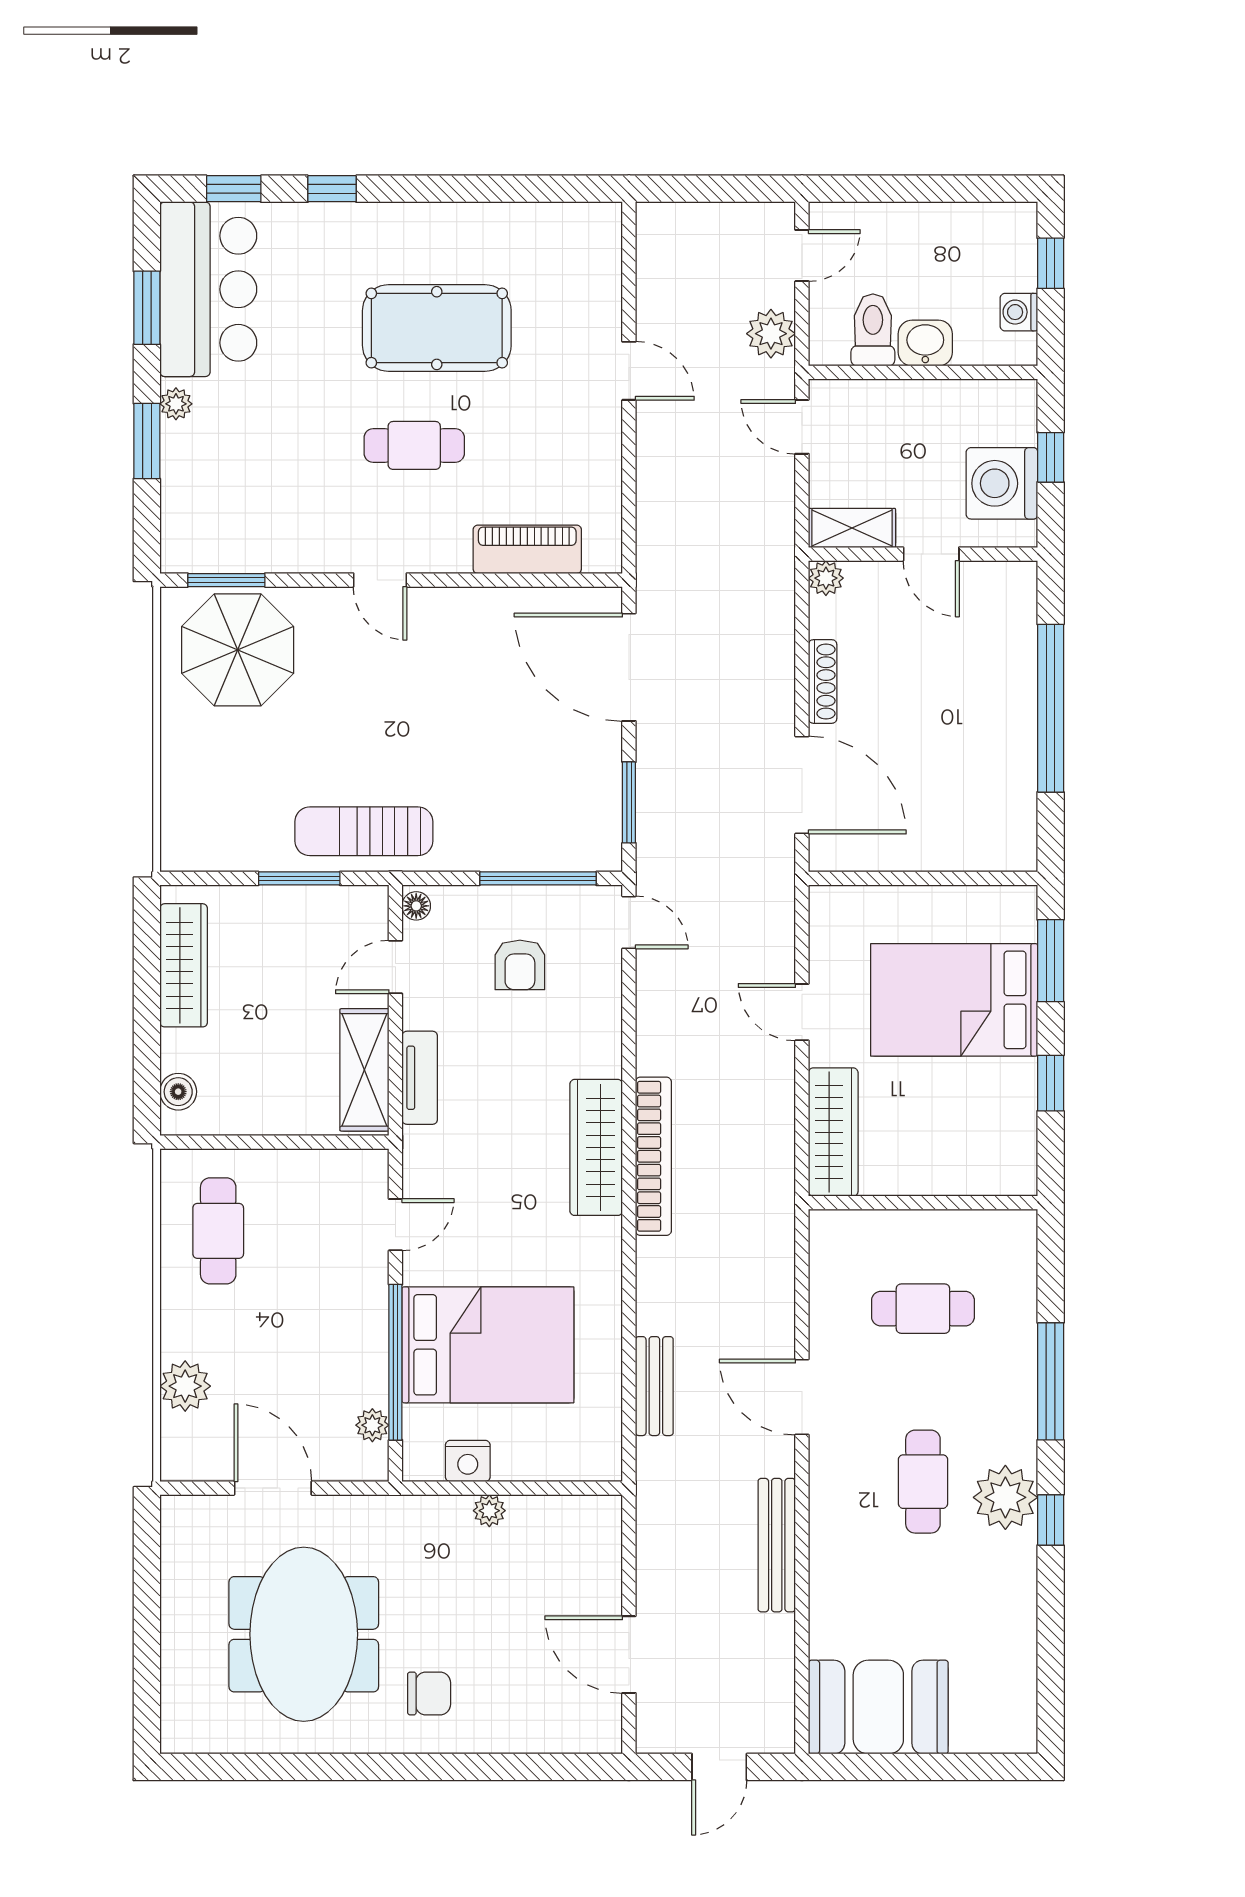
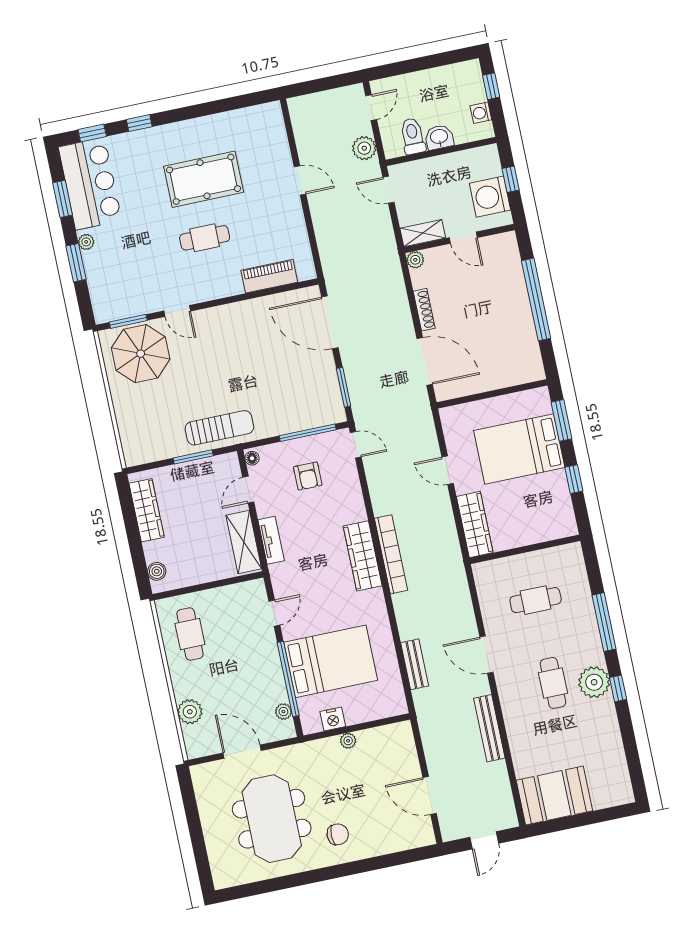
door: (380, 580) -> (177, 311), moved
sun lounger: (364, 831) -> (219, 428), turned 180

